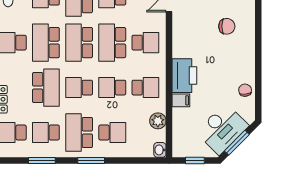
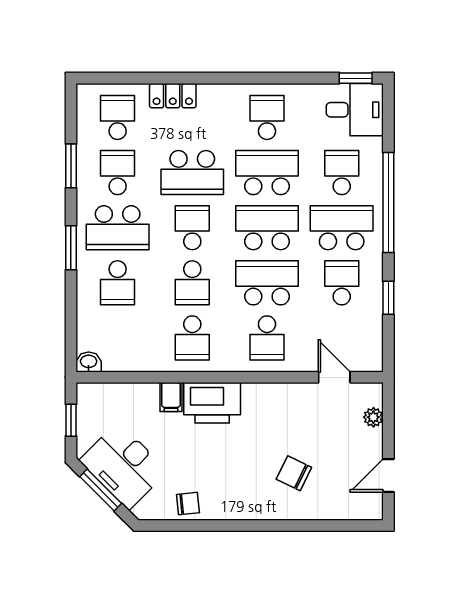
chair: (227, 26) -> (294, 473), turned 116
school desk: (112, 88) -> (192, 283), turned 180
plant: (158, 121) -> (137, 359), removed
school desk: (79, 132) -> (118, 228), turned 180

